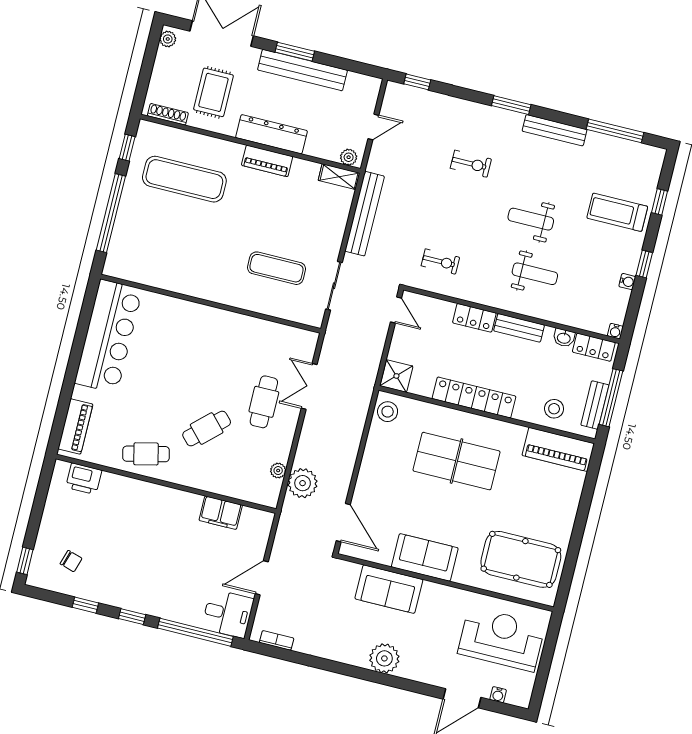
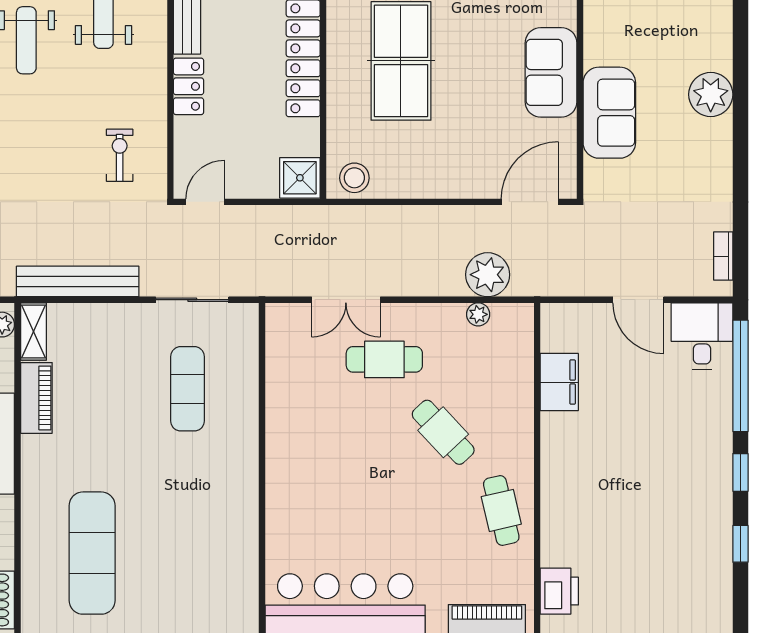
piano: (267, 161) -> (36, 398), moved
chair: (71, 561) -> (682, 580), removed

